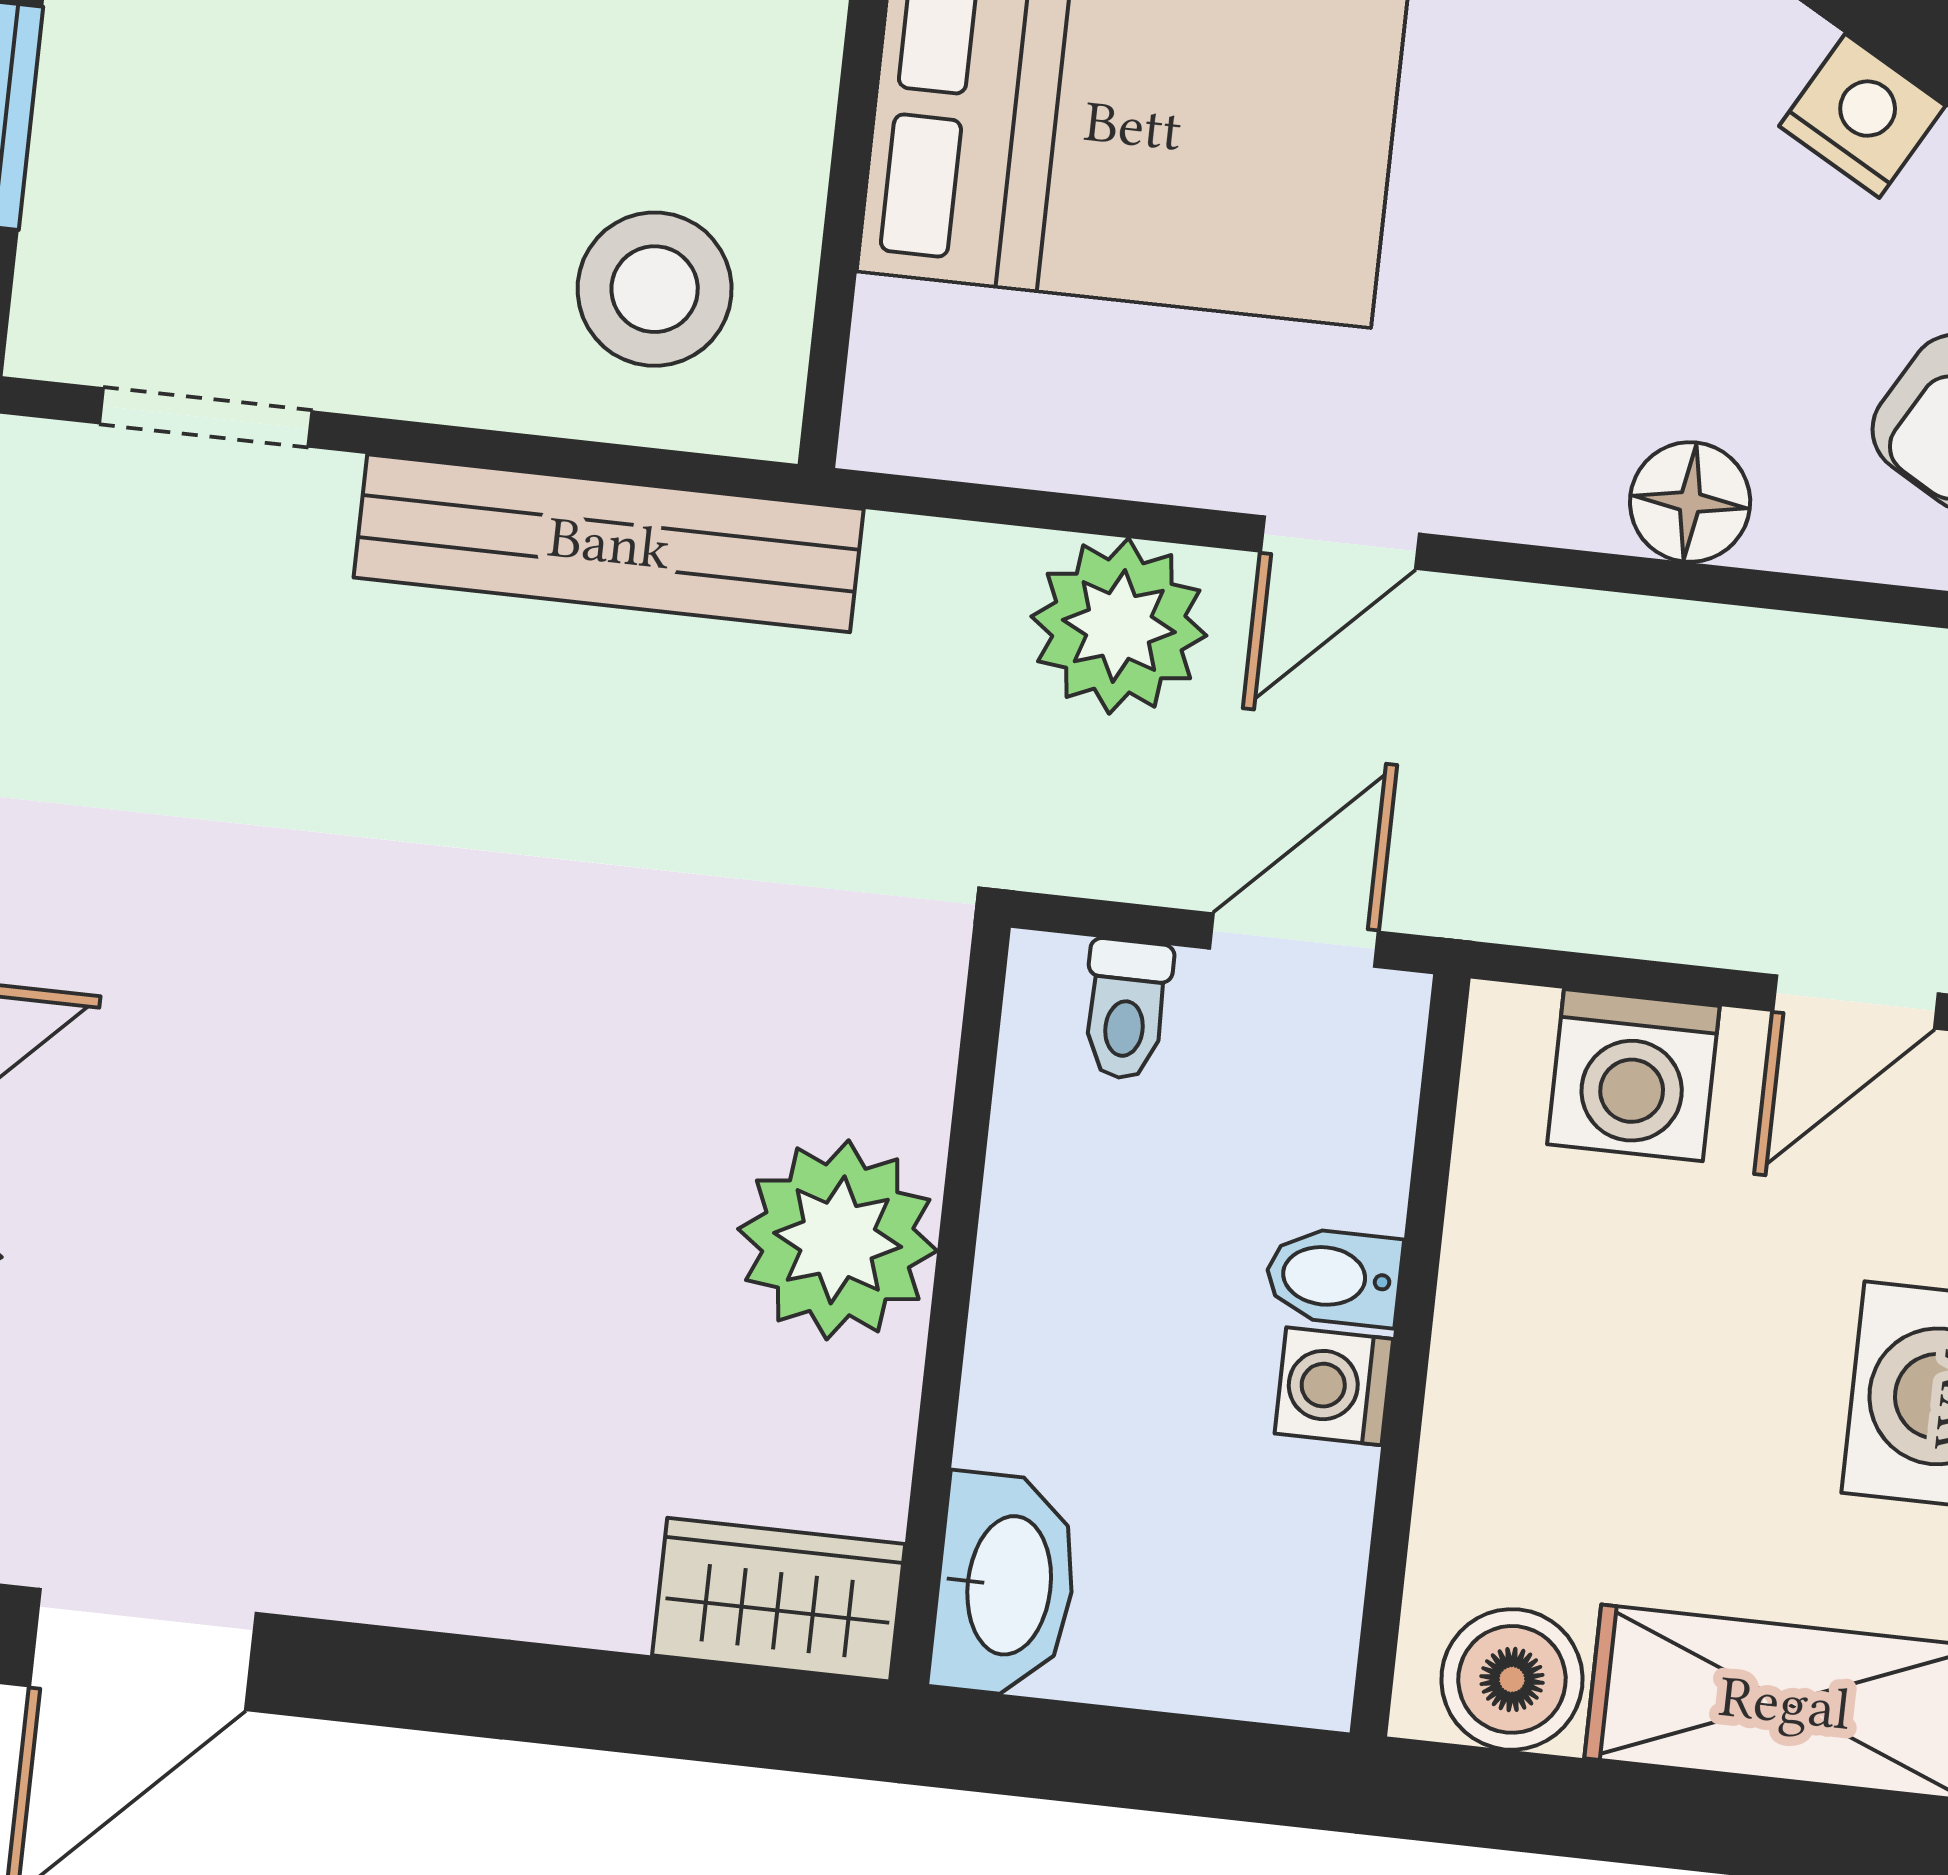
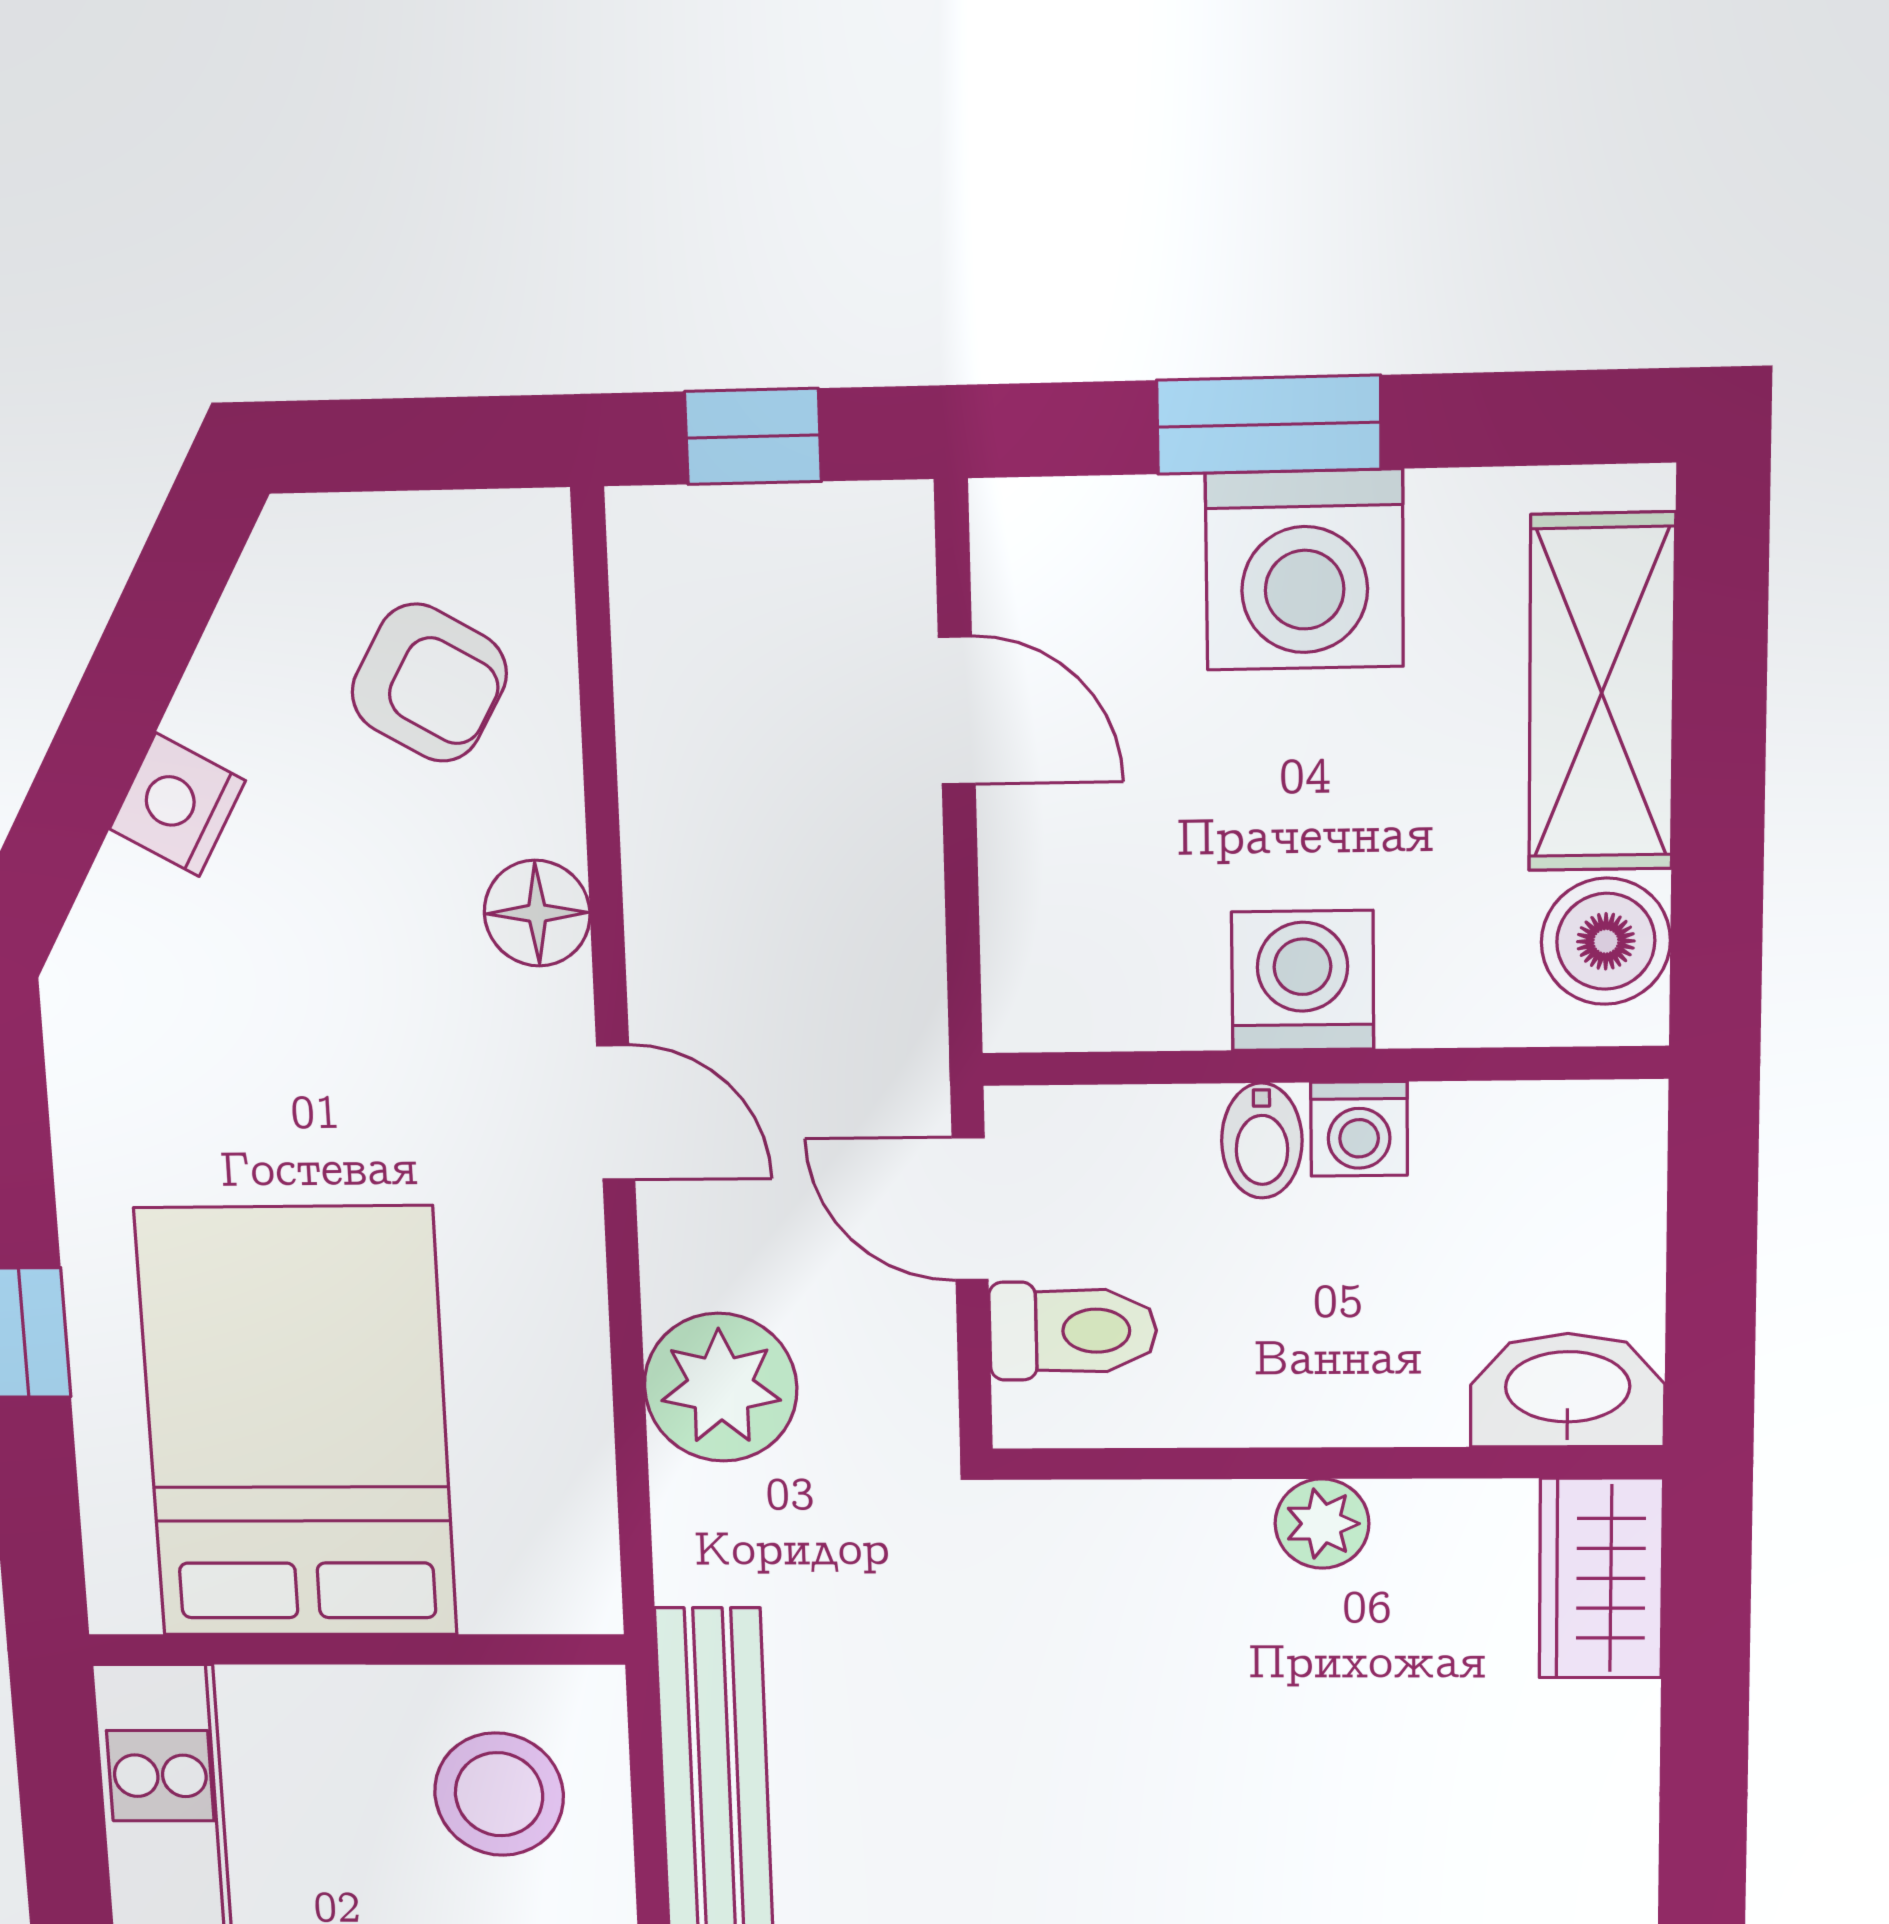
door: (1340, 543) -> (616, 1113), moved
toilet: (1126, 1009) -> (1073, 1331), width x1.37, depth x1.39
washing machine: (1633, 1075) -> (1303, 981), moved, turned -90
plant: (838, 1240) -> (1322, 1524), width x0.53, depth x0.53

